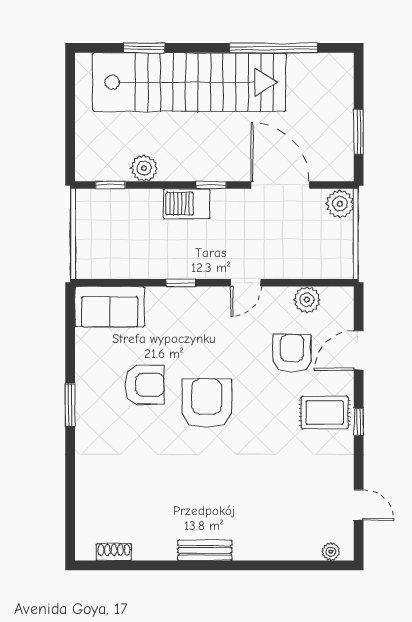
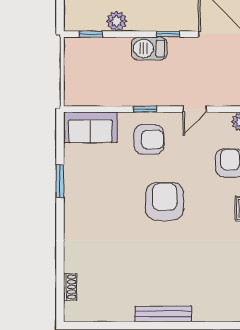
armchair: (144, 385) -> (149, 139), moved
window: (70, 405) -> (60, 181), moved
bench: (205, 550) -> (163, 314), width x1.36
shoe rack: (114, 552) -> (70, 287), moved, turned 90

